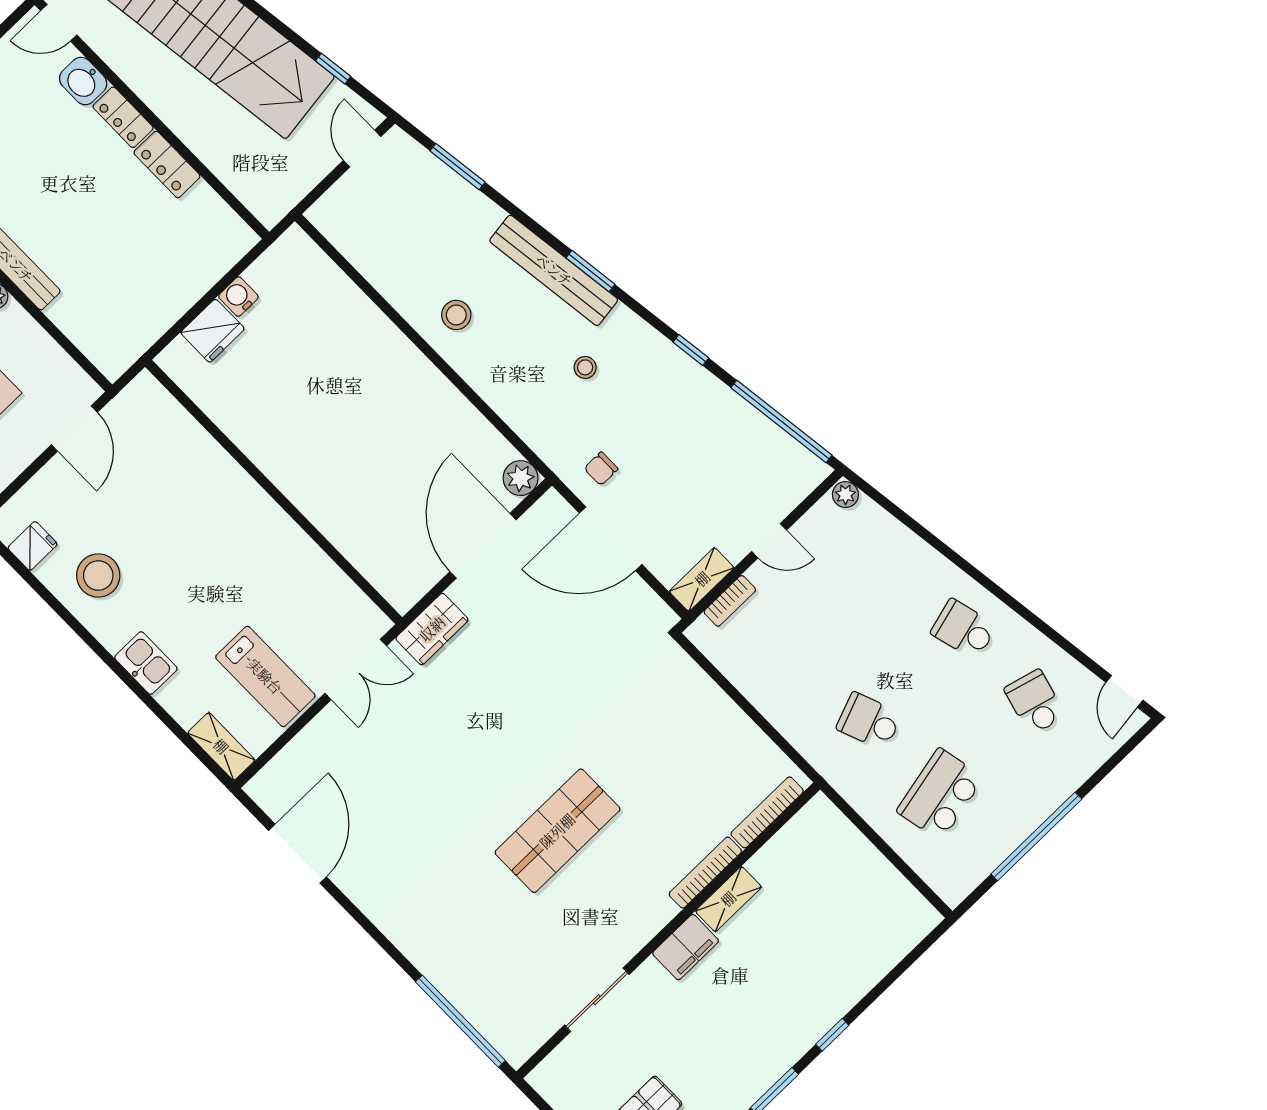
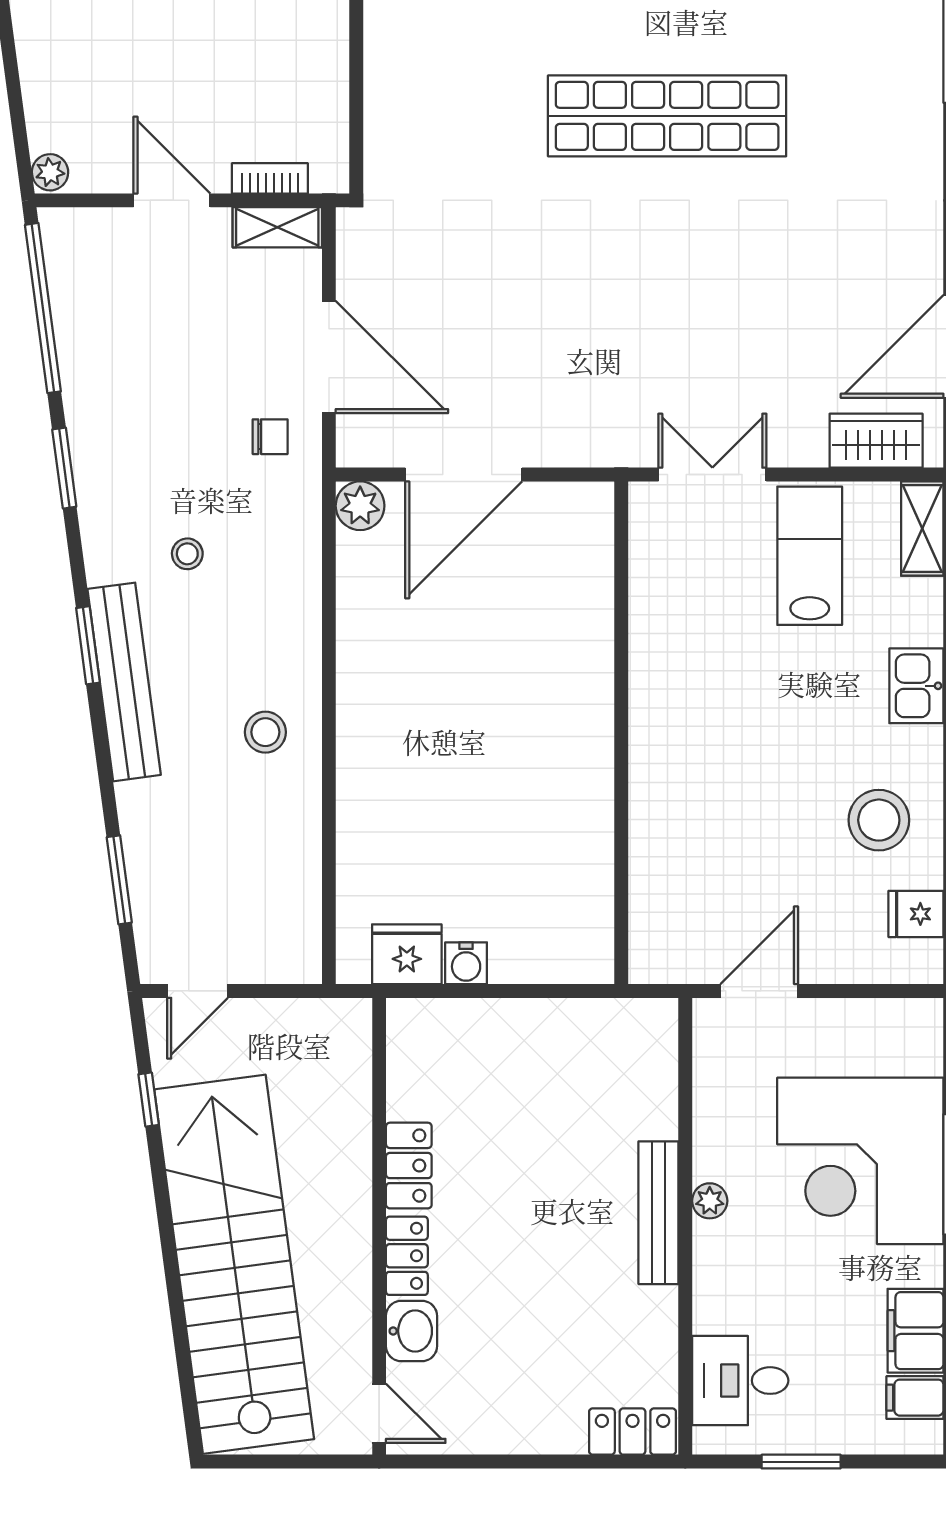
fridge: (213, 331) -> (407, 954), moved
window: (691, 350) -> (64, 468), width x1.50
door: (769, 541) -> (172, 200), width x1.38
wardrobe: (432, 629) -> (876, 441), moved
shop shelf: (557, 831) -> (667, 116), width x1.40

